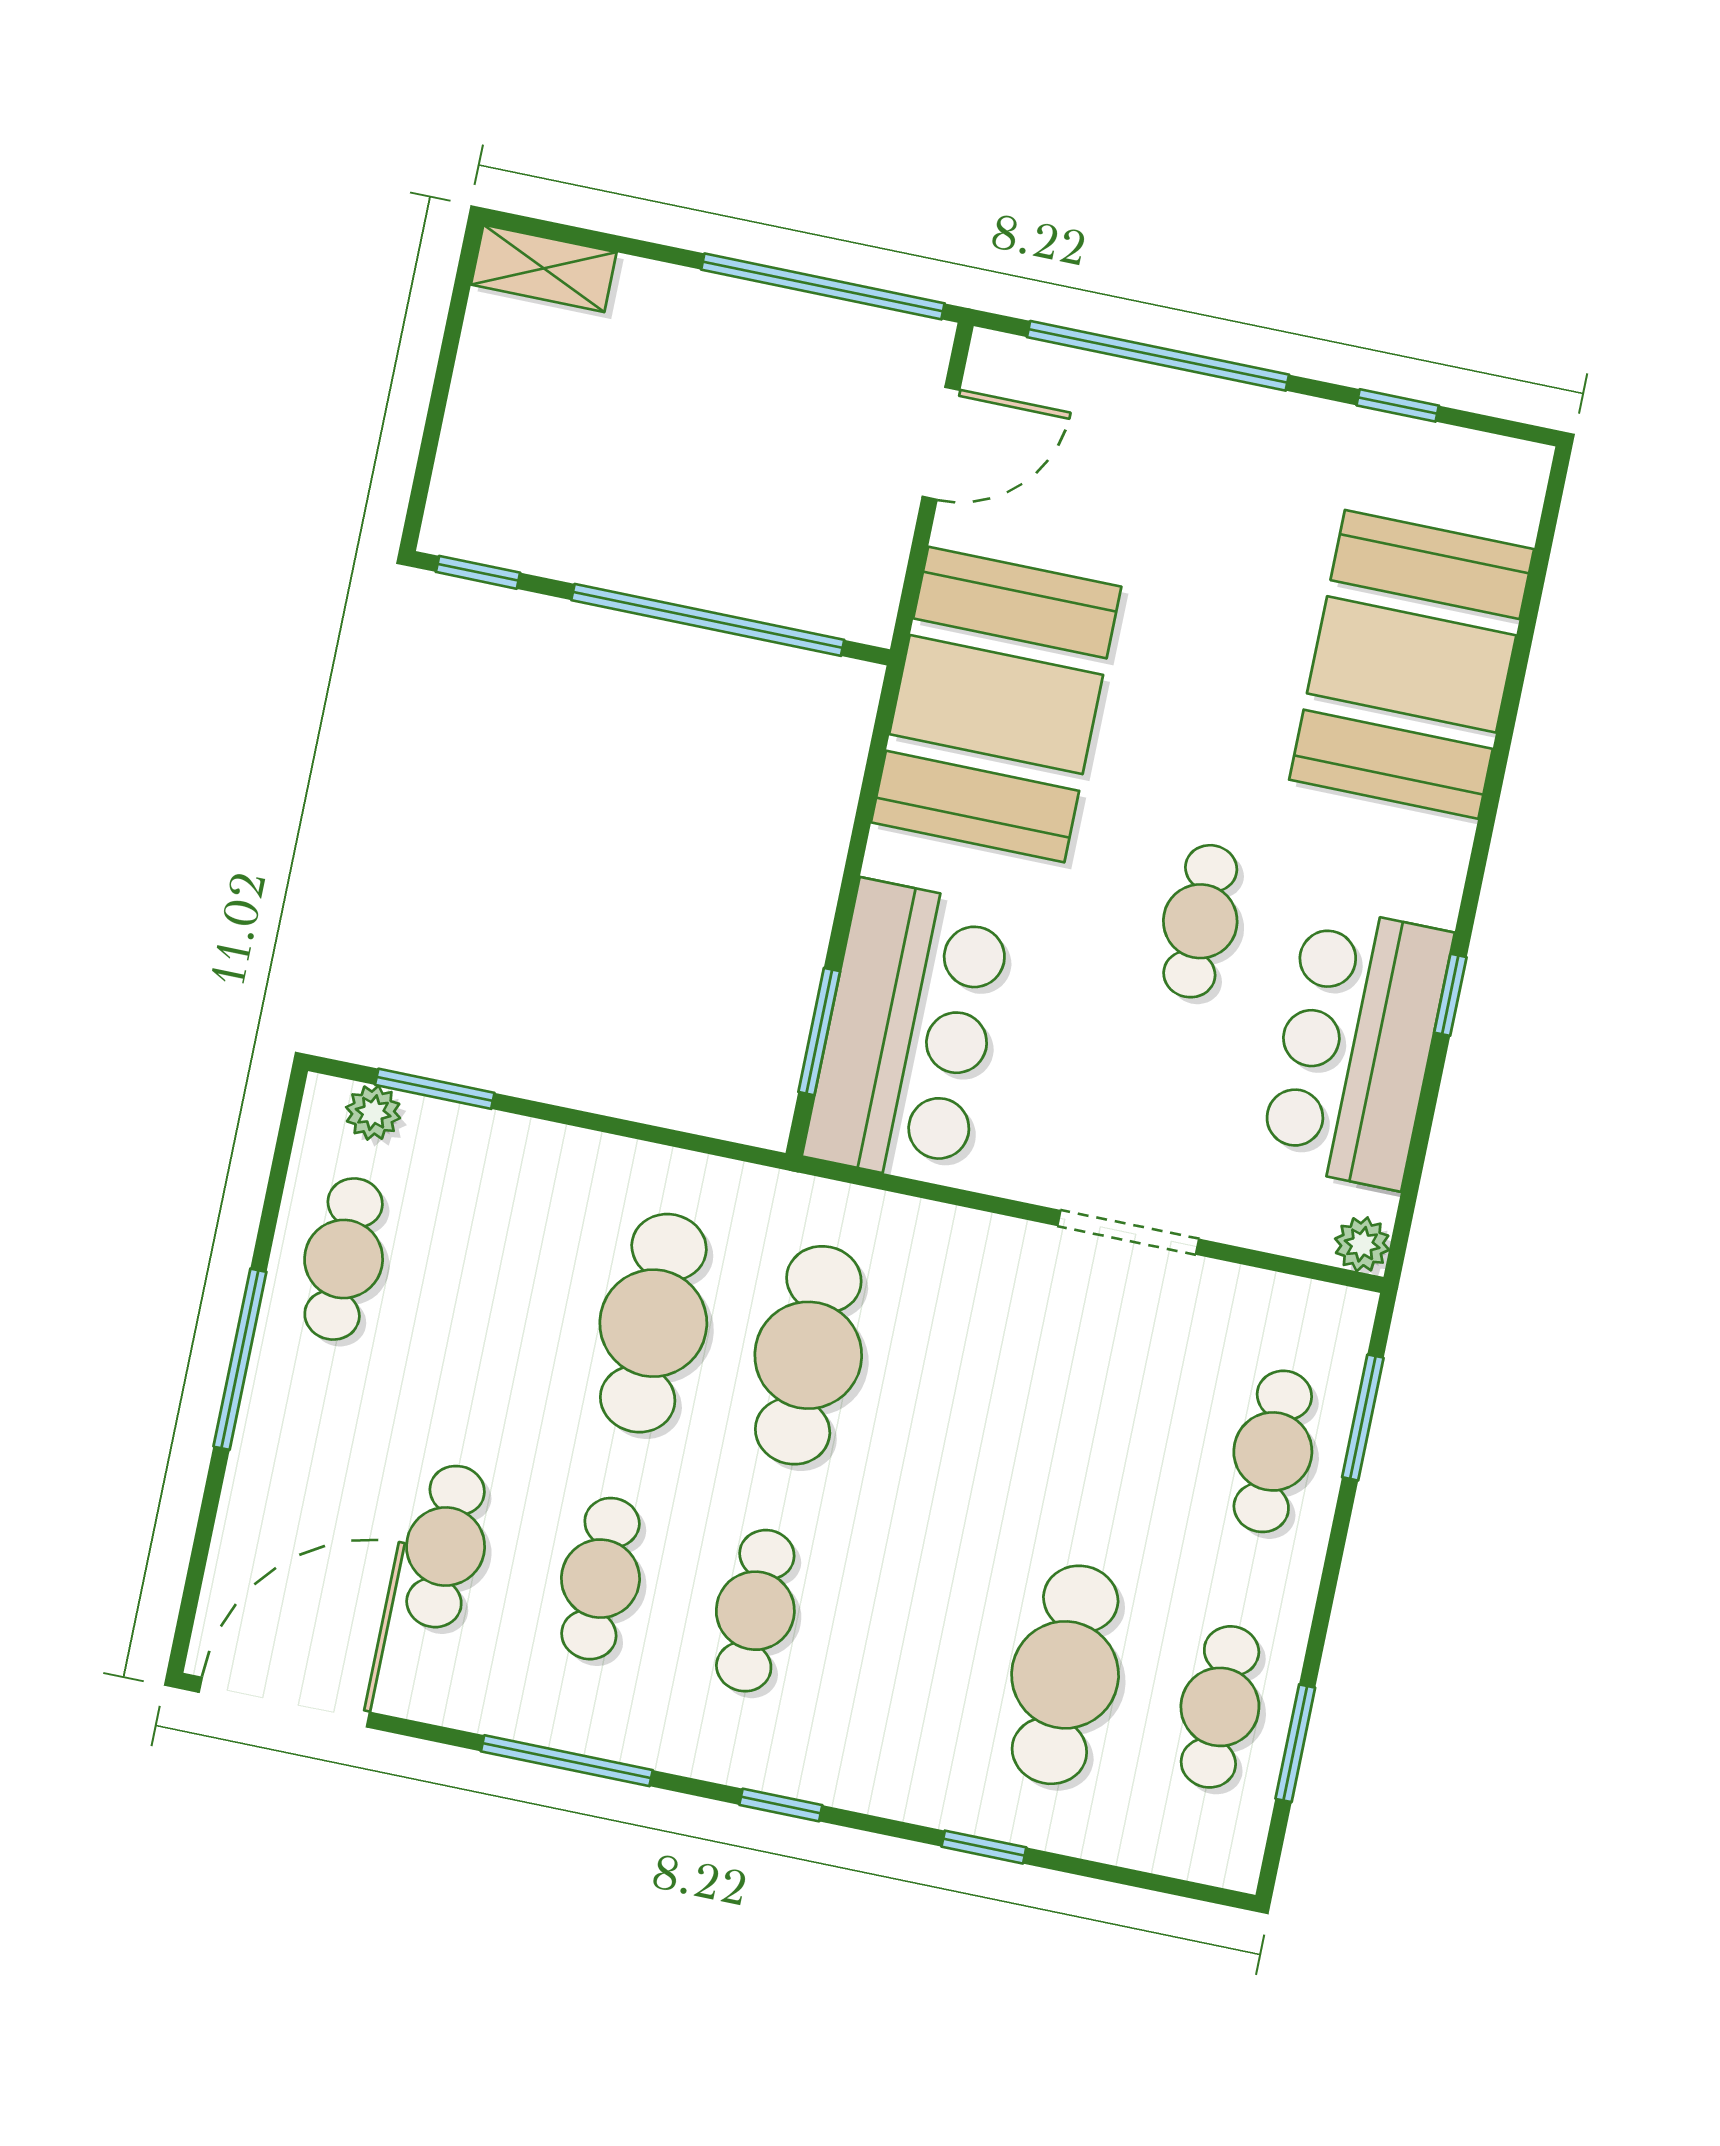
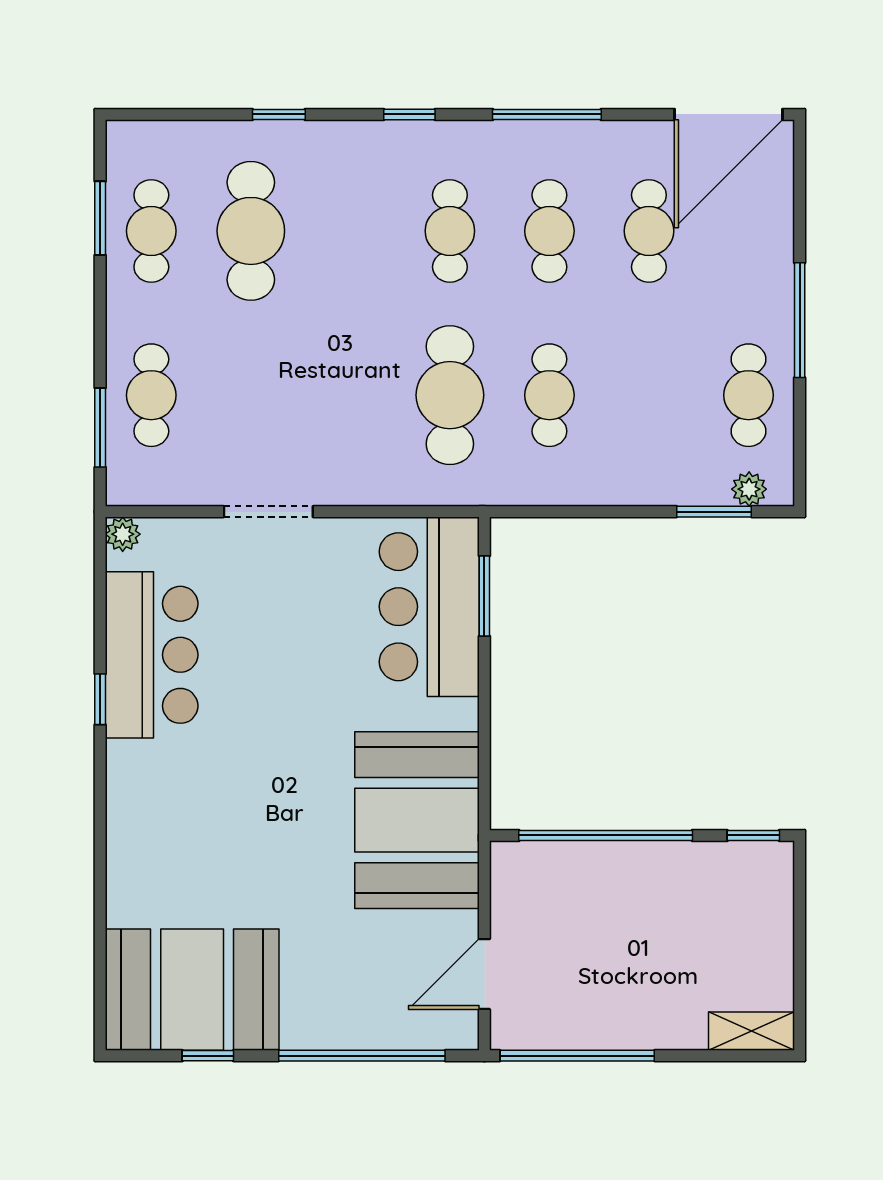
booth: (1412, 664) -> (192, 990), moved, turned 90
cafe table: (1200, 921) -> (264, 713), removed
cafe table: (653, 1323) -> (549, 395), width x0.73, depth x0.74

